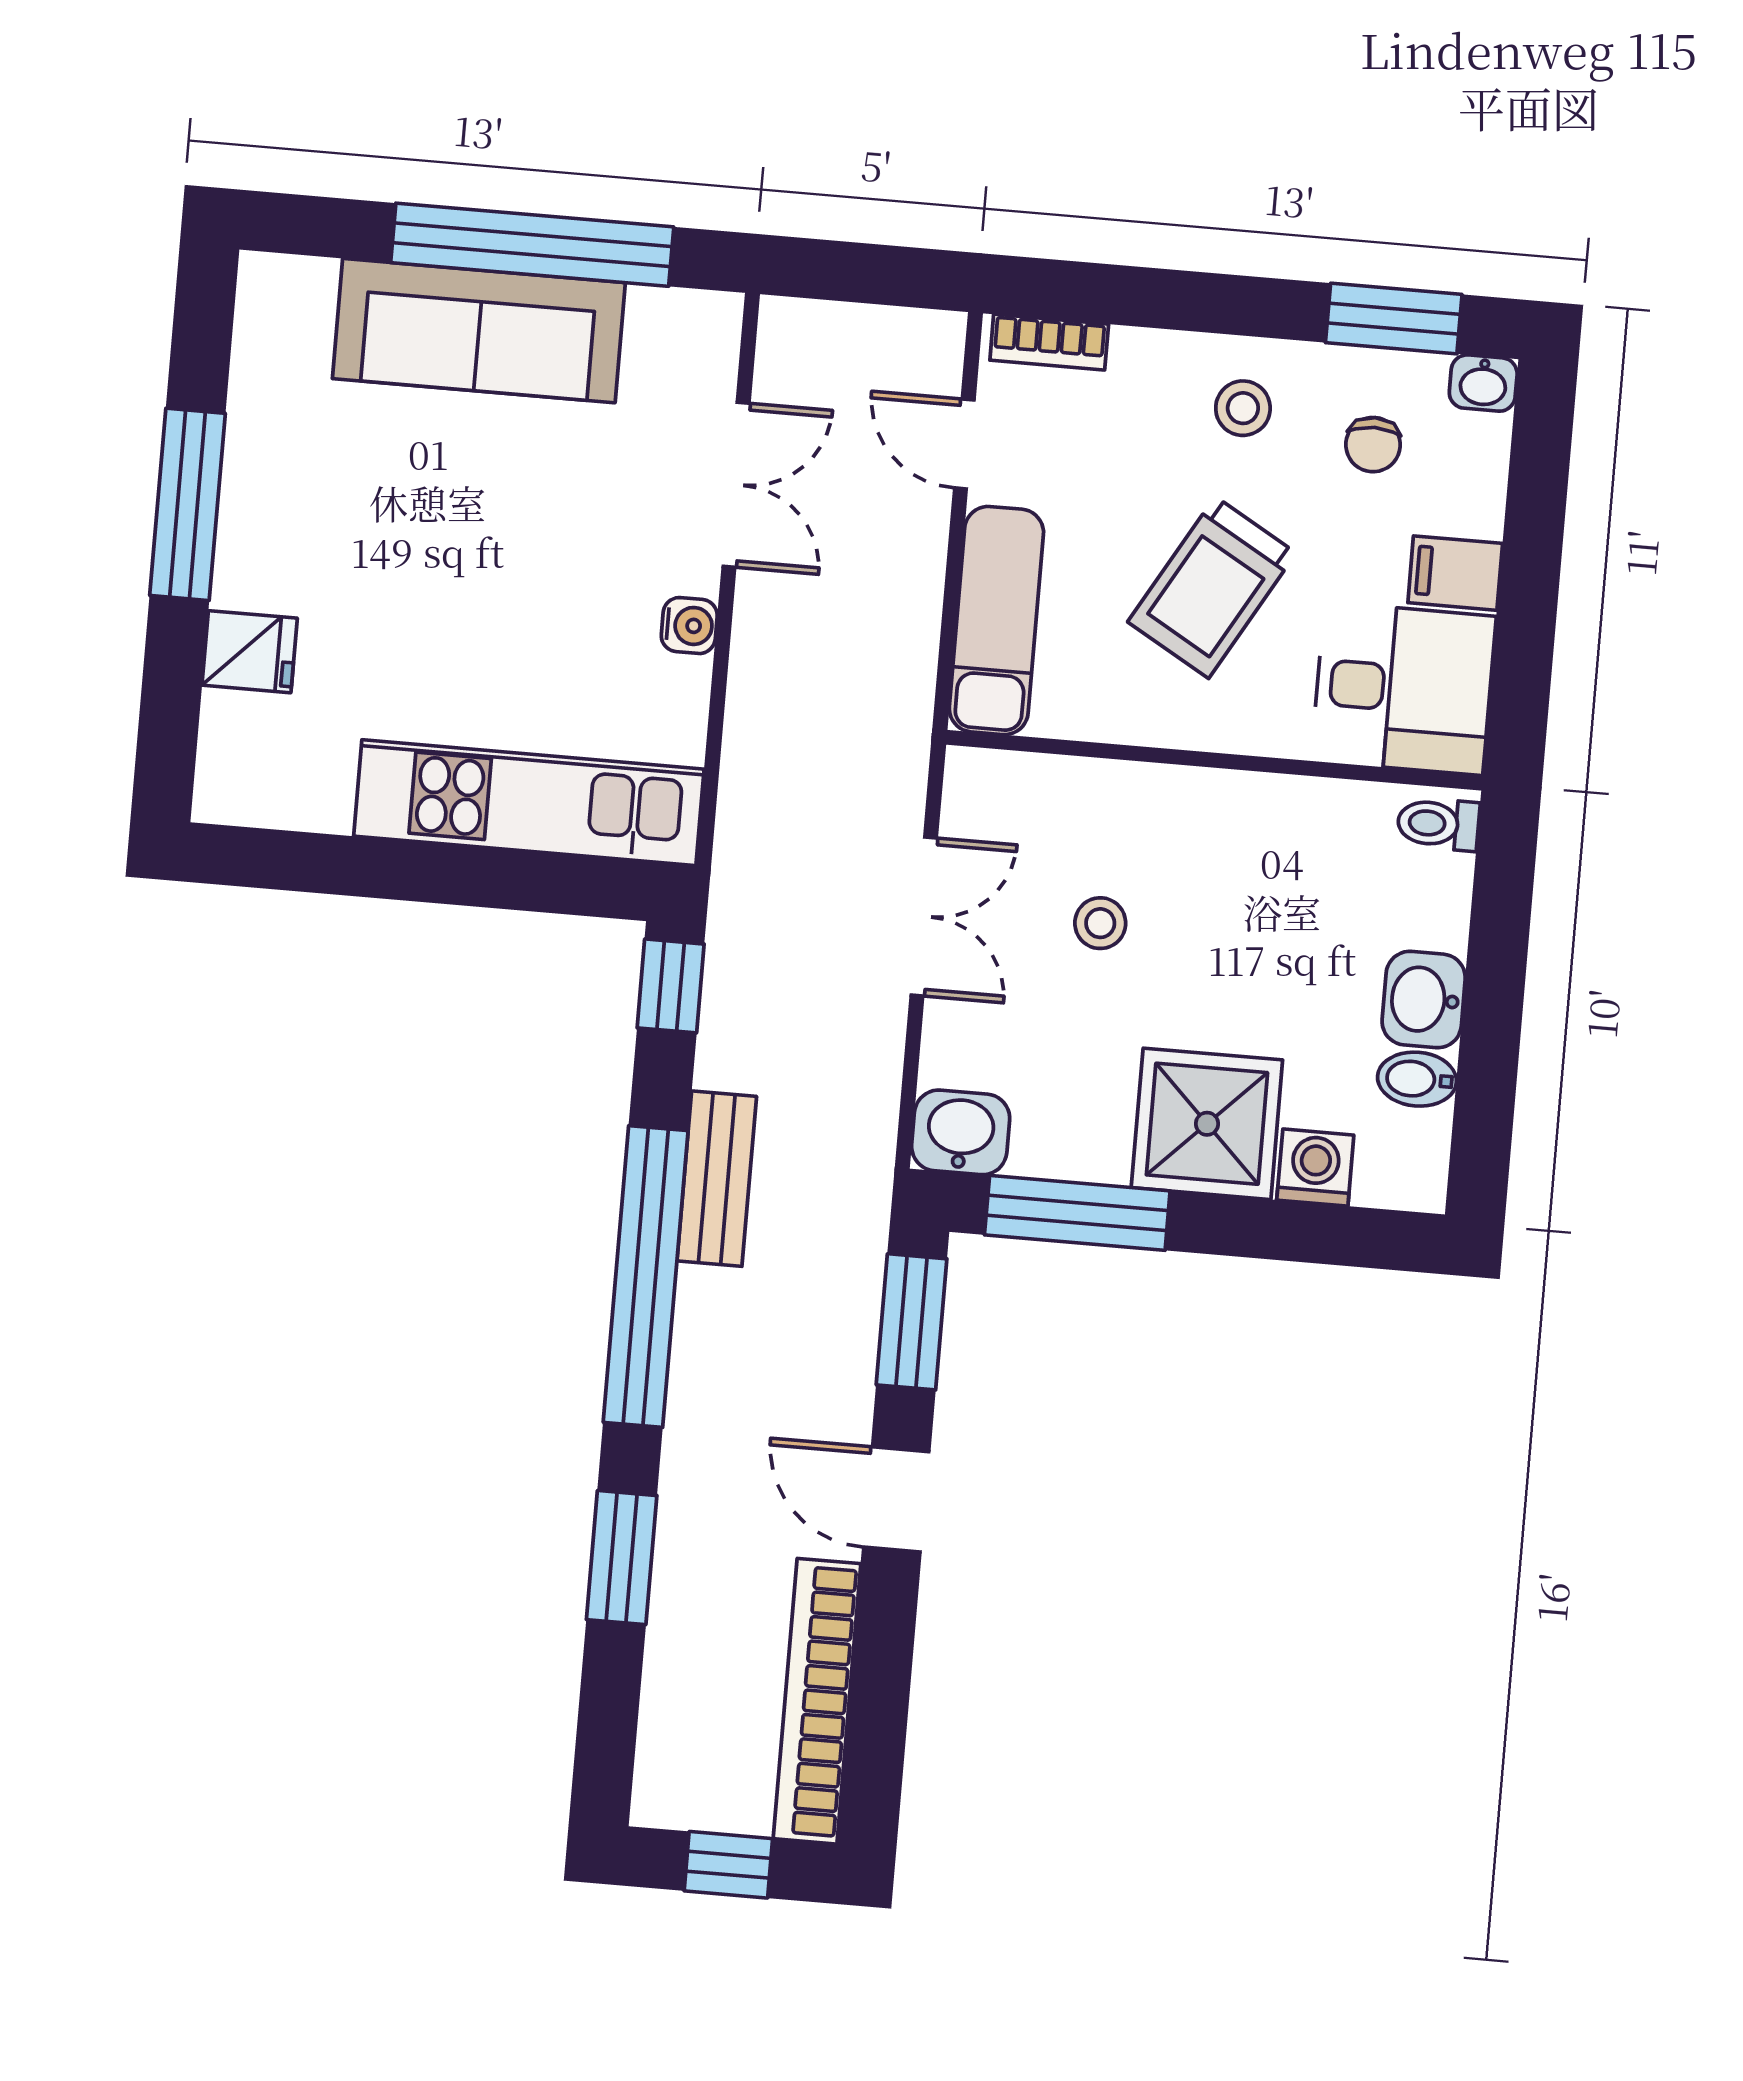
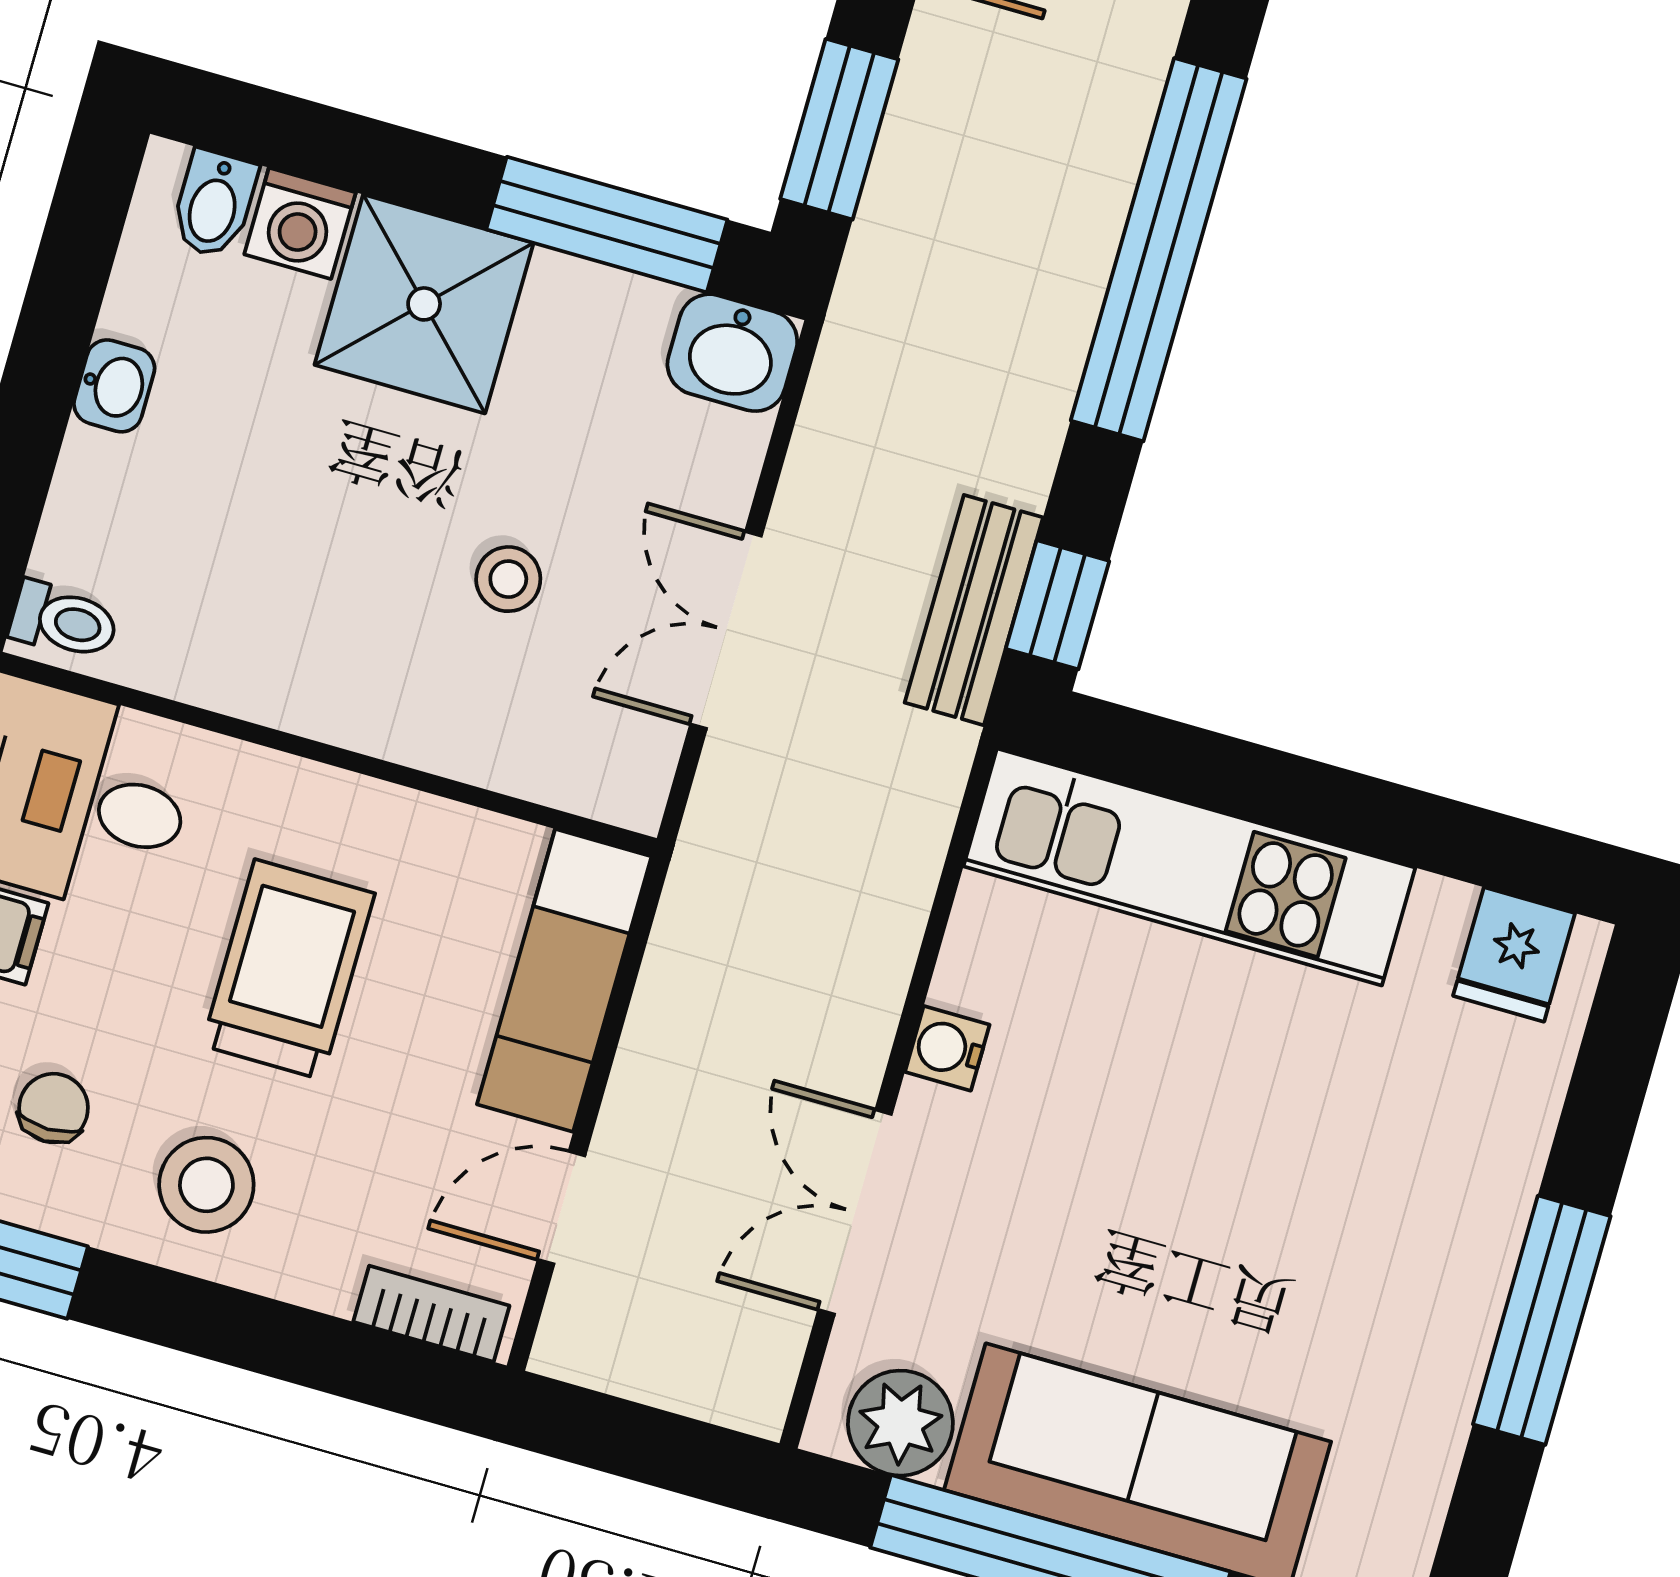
plant: (669, 328) -> (900, 1423), added
stool: (1243, 408) -> (206, 1185), width x1.37, depth x1.37
door: (964, 444) -> (561, 1208), swing flipped
trolley: (1212, 587) -> (288, 969), turned -30
fridge: (250, 652) -> (1514, 954), moved, turned -90
washbasin: (1424, 1000) -> (114, 386), width x0.72, depth x0.69
bidet: (1417, 1079) -> (214, 204), moved, turned 90
bench: (717, 1179) -> (974, 610), moved

